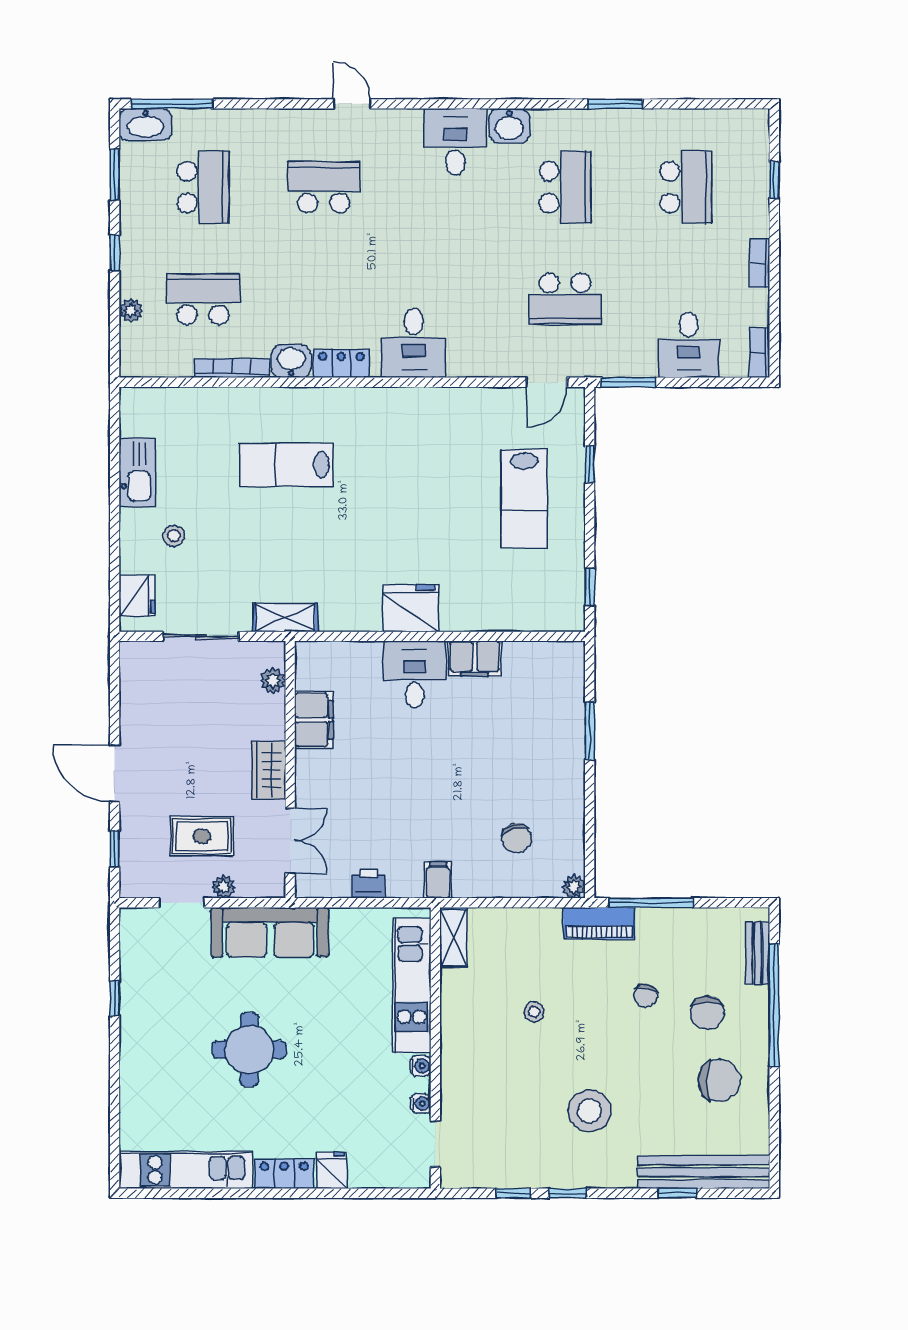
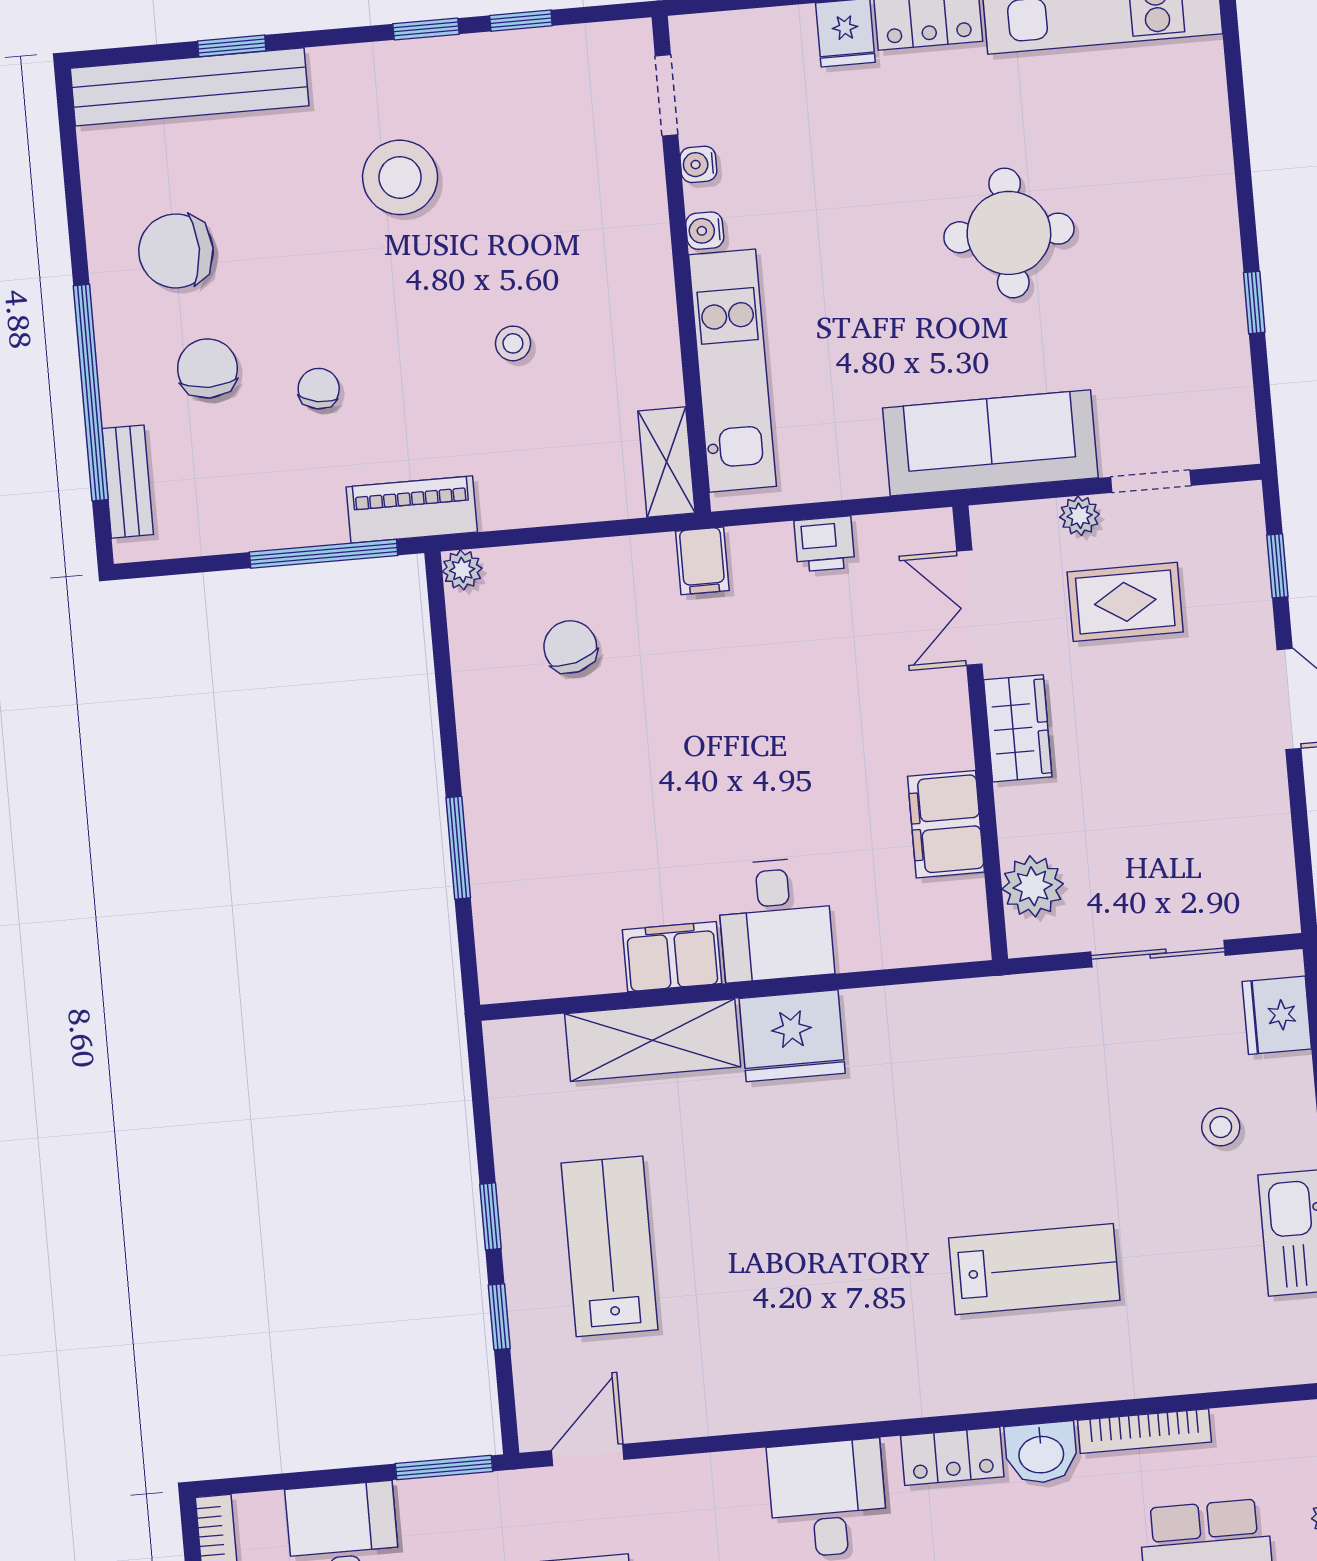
window: (590, 587) -> (491, 1216), moved
shelving: (285, 617) -> (653, 1040), moved, width x1.50, depth x1.33
plant: (273, 681) -> (1033, 886), width x1.38, depth x1.38

